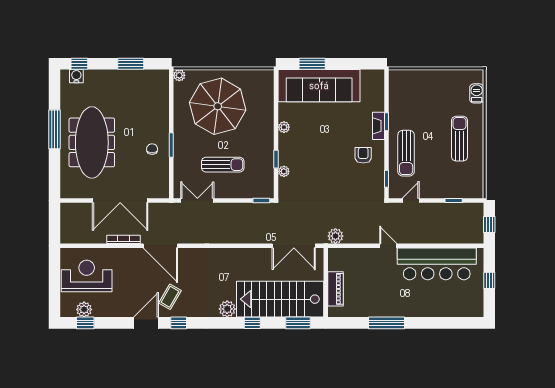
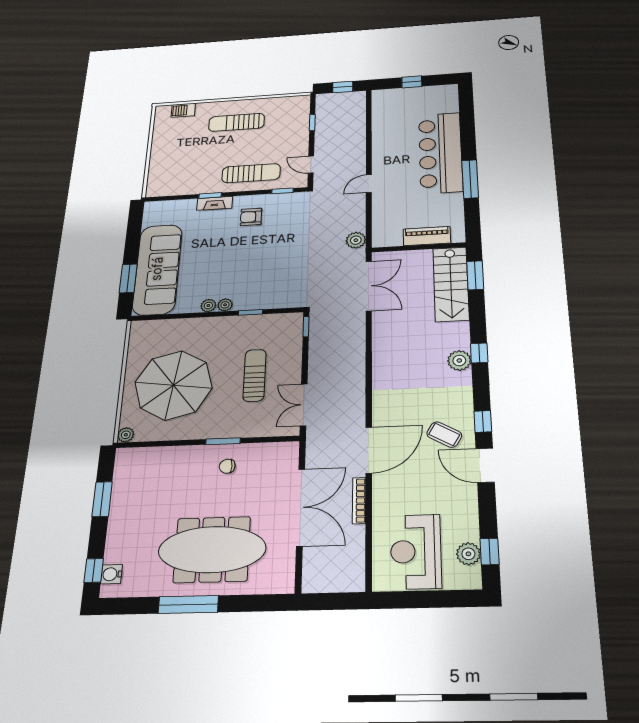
plant: (284, 171) -> (225, 305), moved
bar counter: (437, 264) -> (440, 153), moved, turned 180
stairs: (280, 299) -> (451, 284), width x0.73, depth x0.66
window: (252, 323) -> (479, 353), moved

